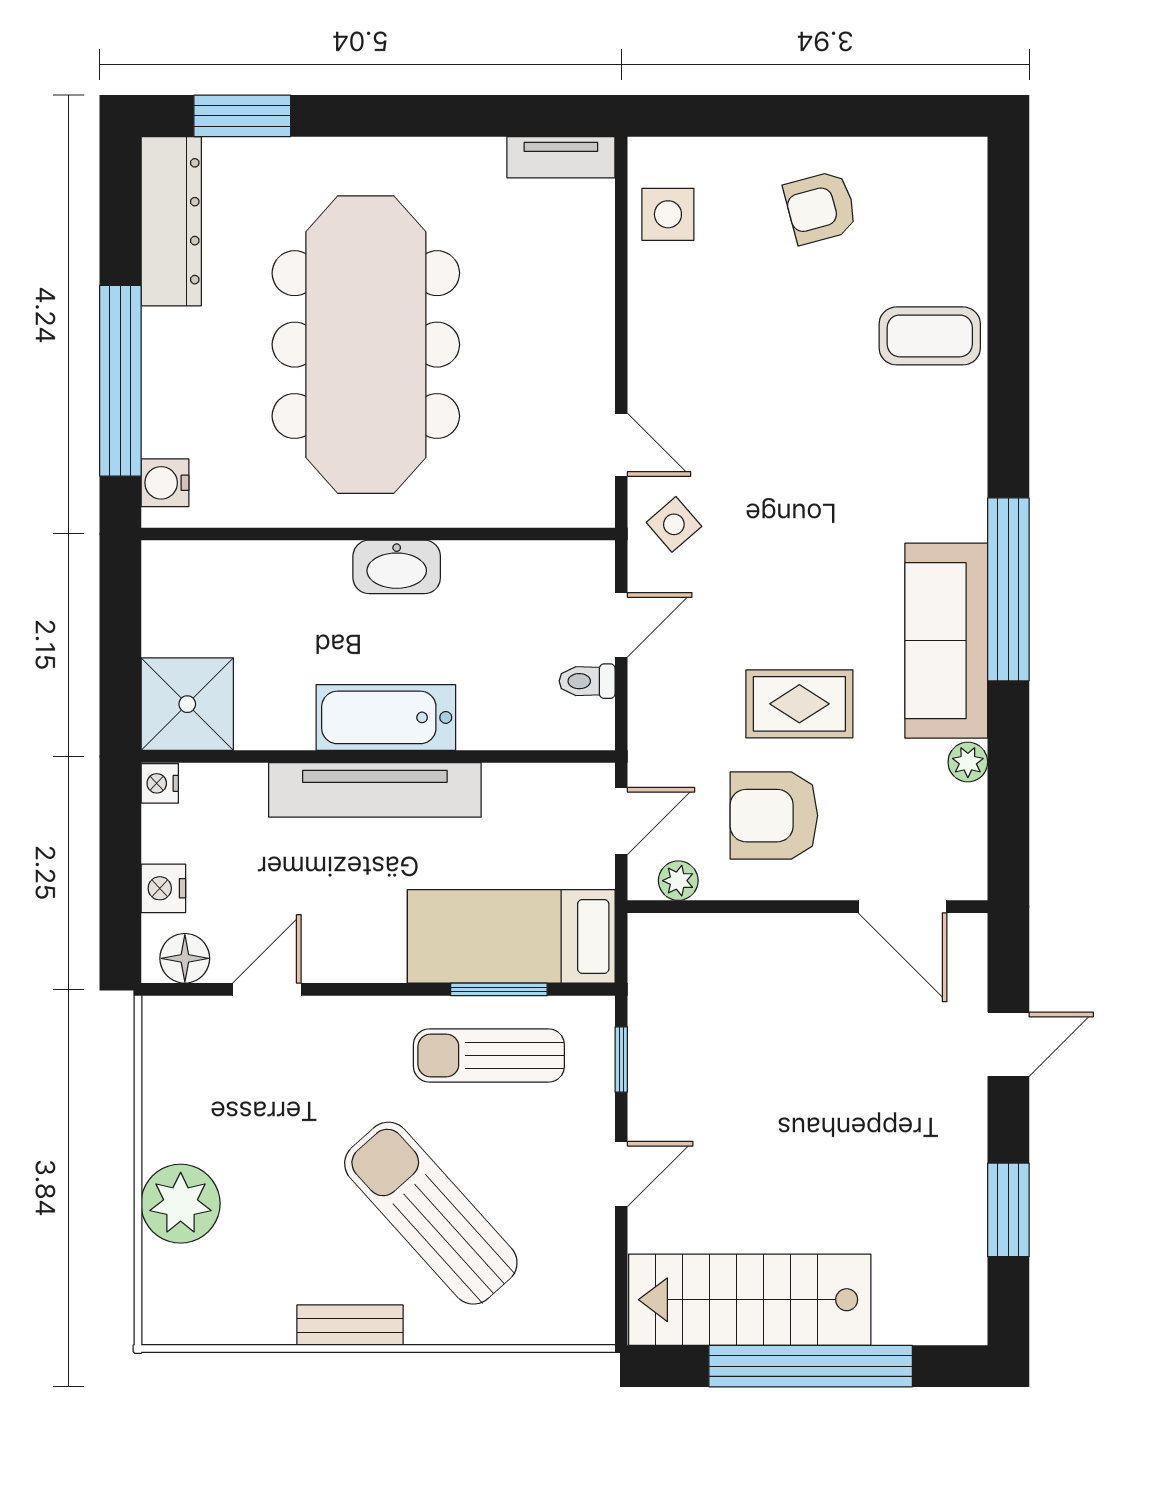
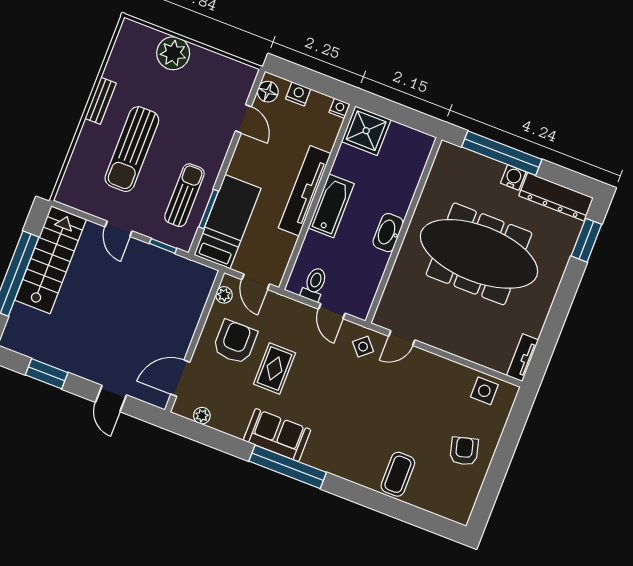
water cooler: (165, 483) -> (513, 177), moved
sofa: (946, 641) -> (277, 435), width x0.73
toilet: (587, 681) -> (314, 284), width x1.37, depth x1.39
plant: (968, 762) -> (202, 416), moved
sun lounger: (431, 1213) -> (132, 149), turned 132

